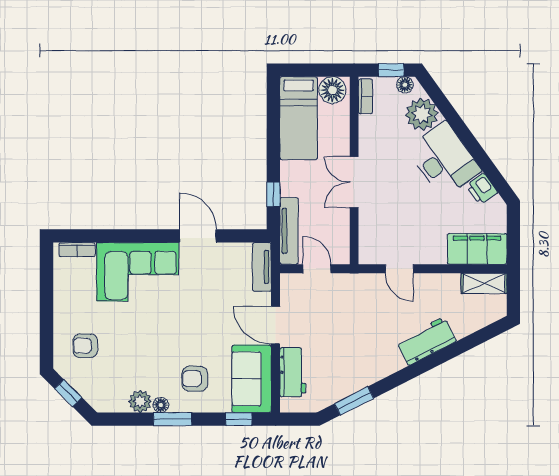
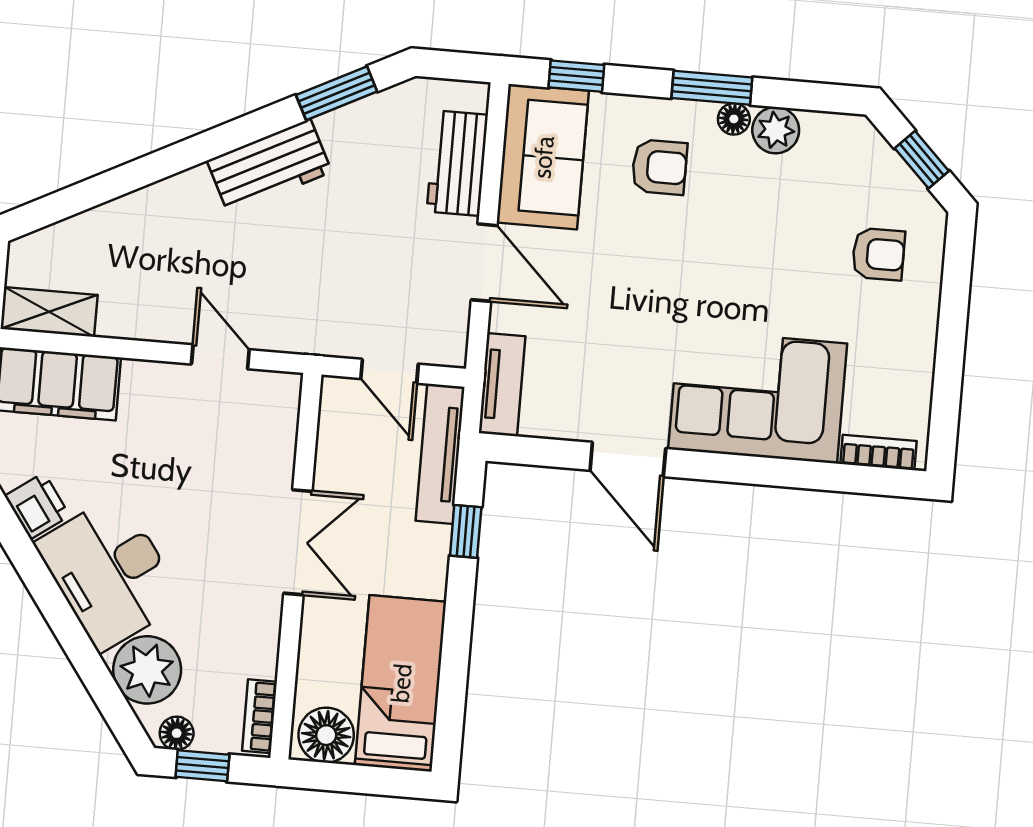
workbench: (426, 341) -> (269, 166), moved

